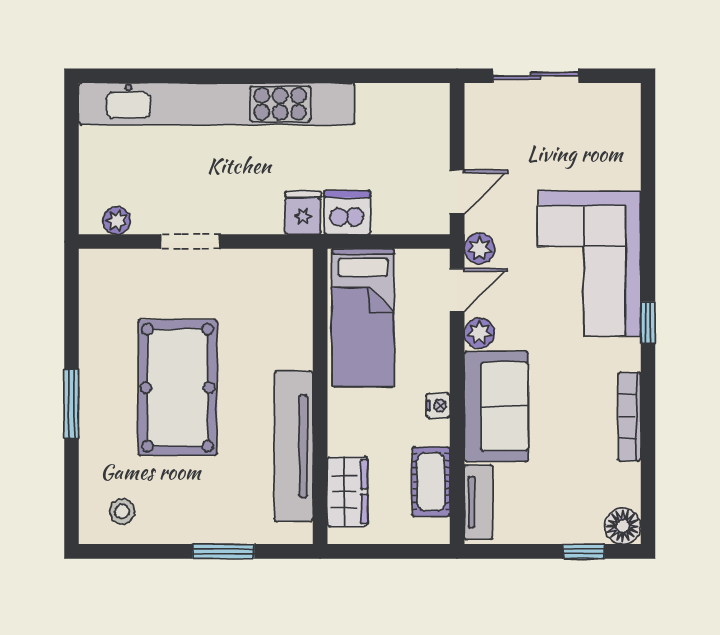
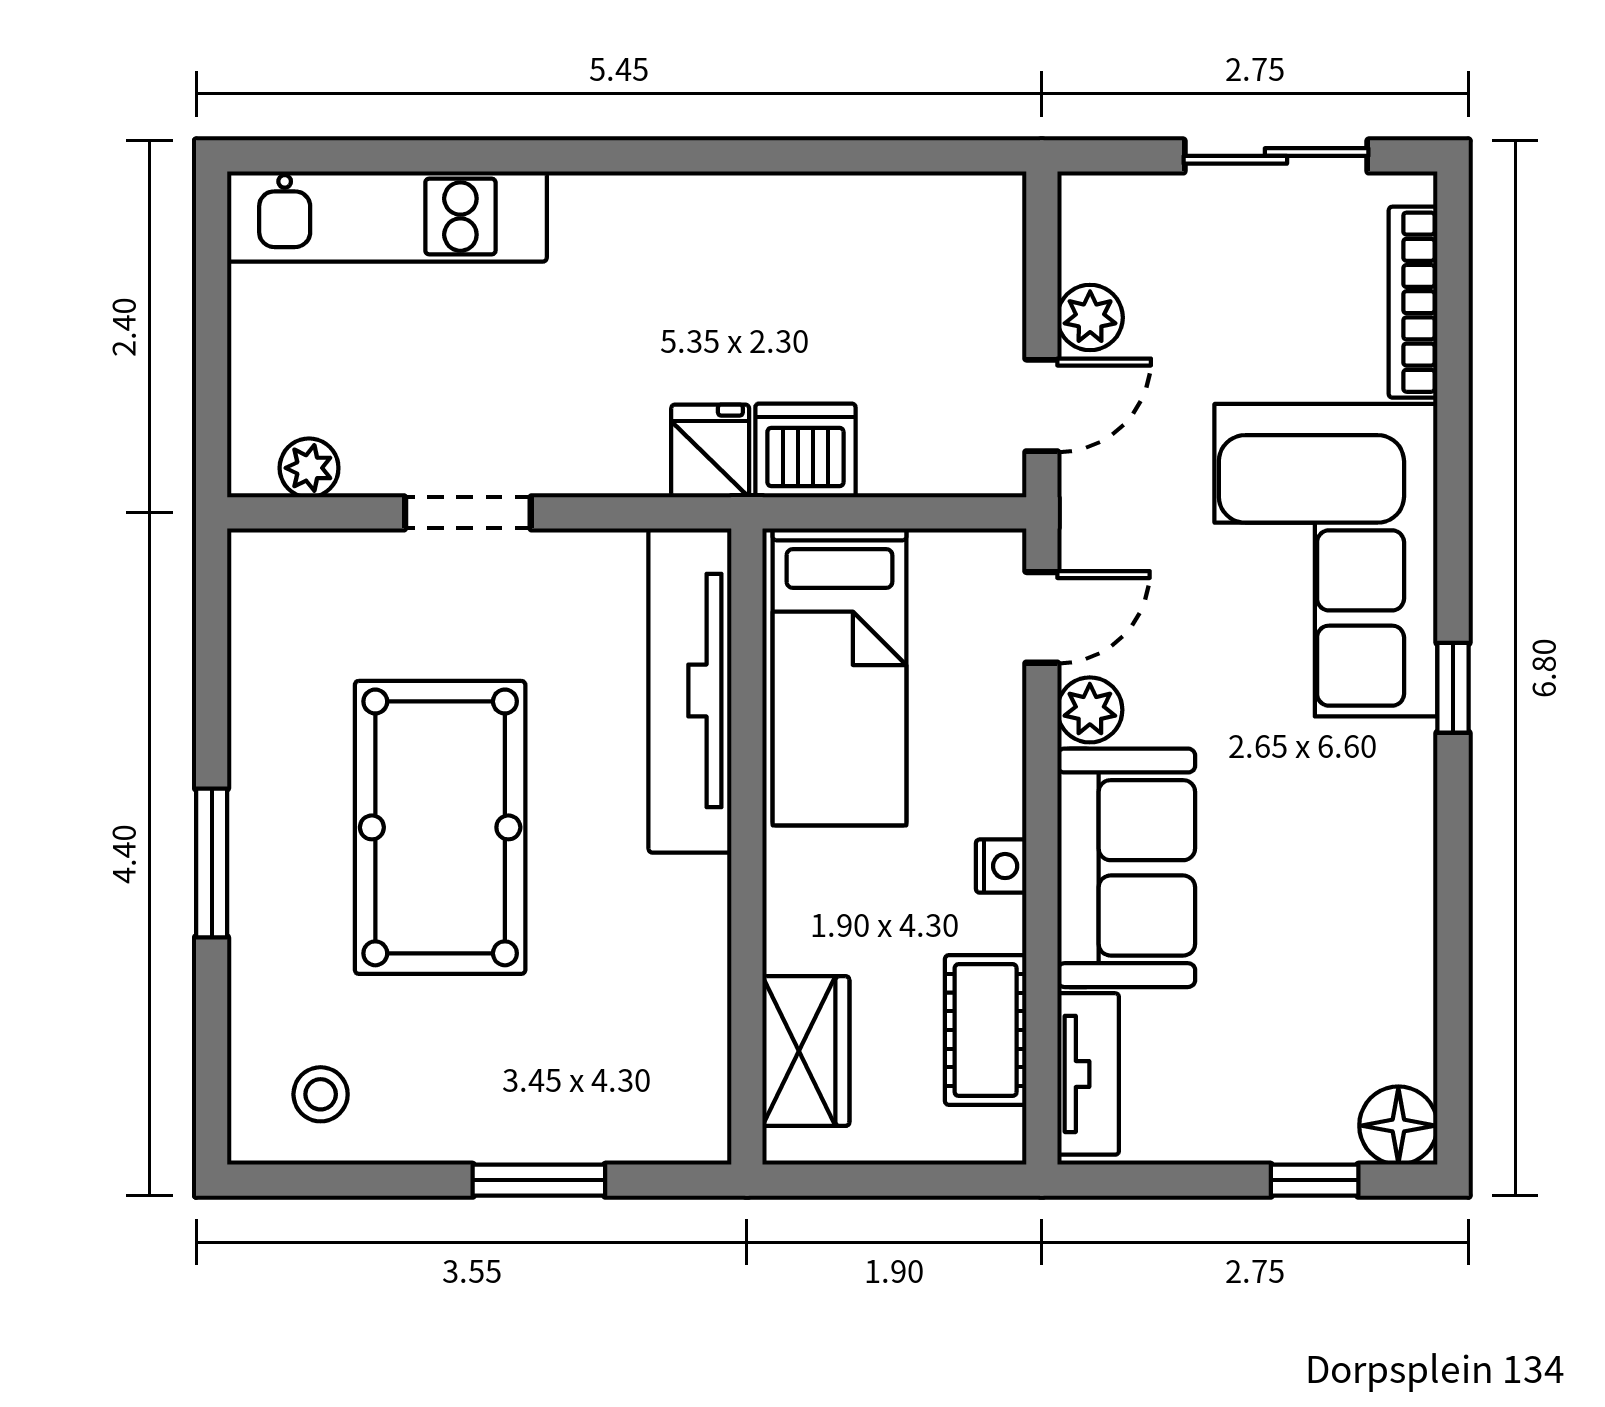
sliding door: (536, 76) -> (1276, 156), moved
kitchen unit: (217, 104) -> (387, 217), width x0.54
plant: (479, 248) -> (1090, 318), moved
bookcase: (629, 417) -> (1413, 302), moved
tv unit: (294, 446) -> (690, 690), moved

